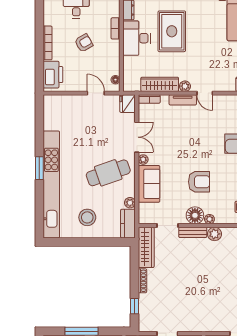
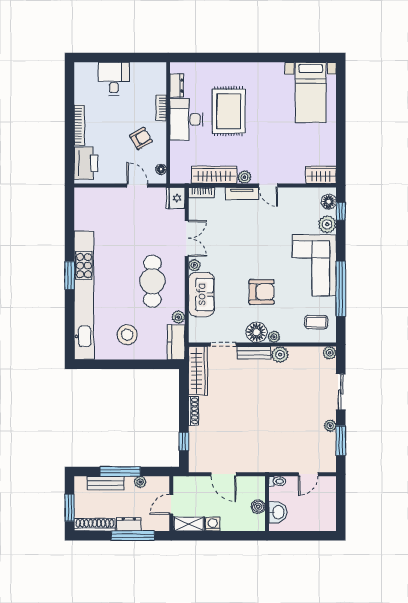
armchair: (84, 43) -> (141, 138), moved
cafe table: (108, 173) -> (152, 281), turned -71

